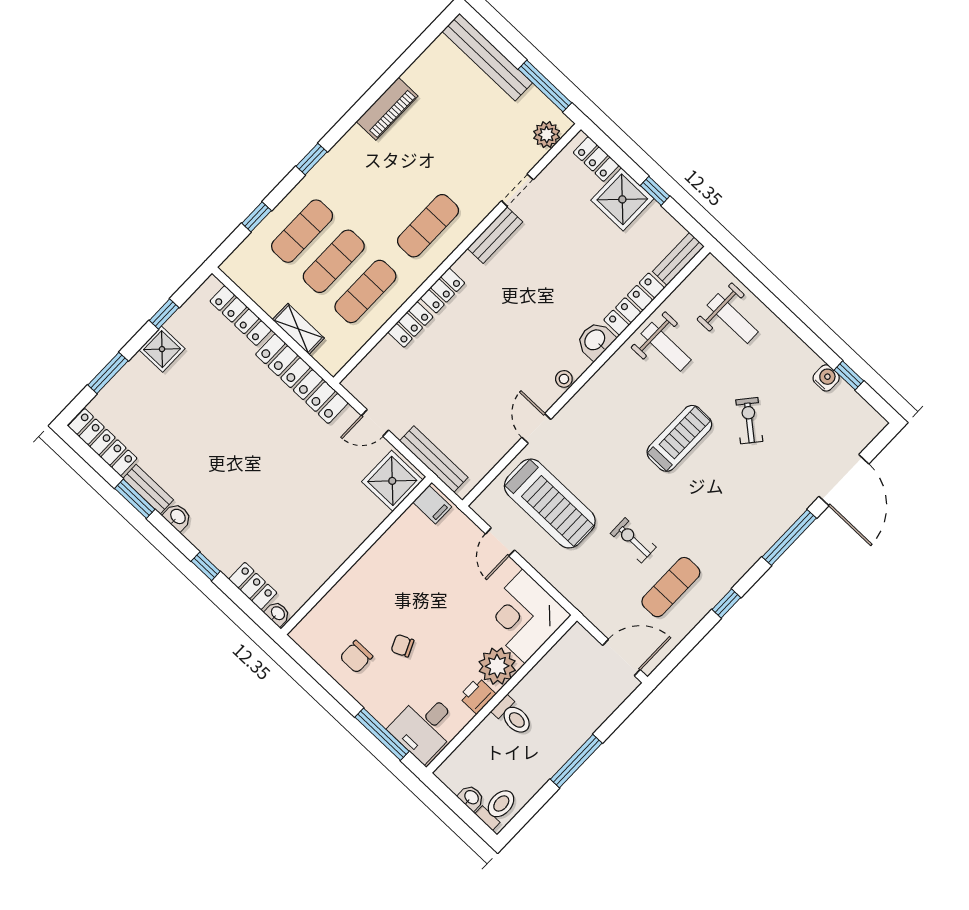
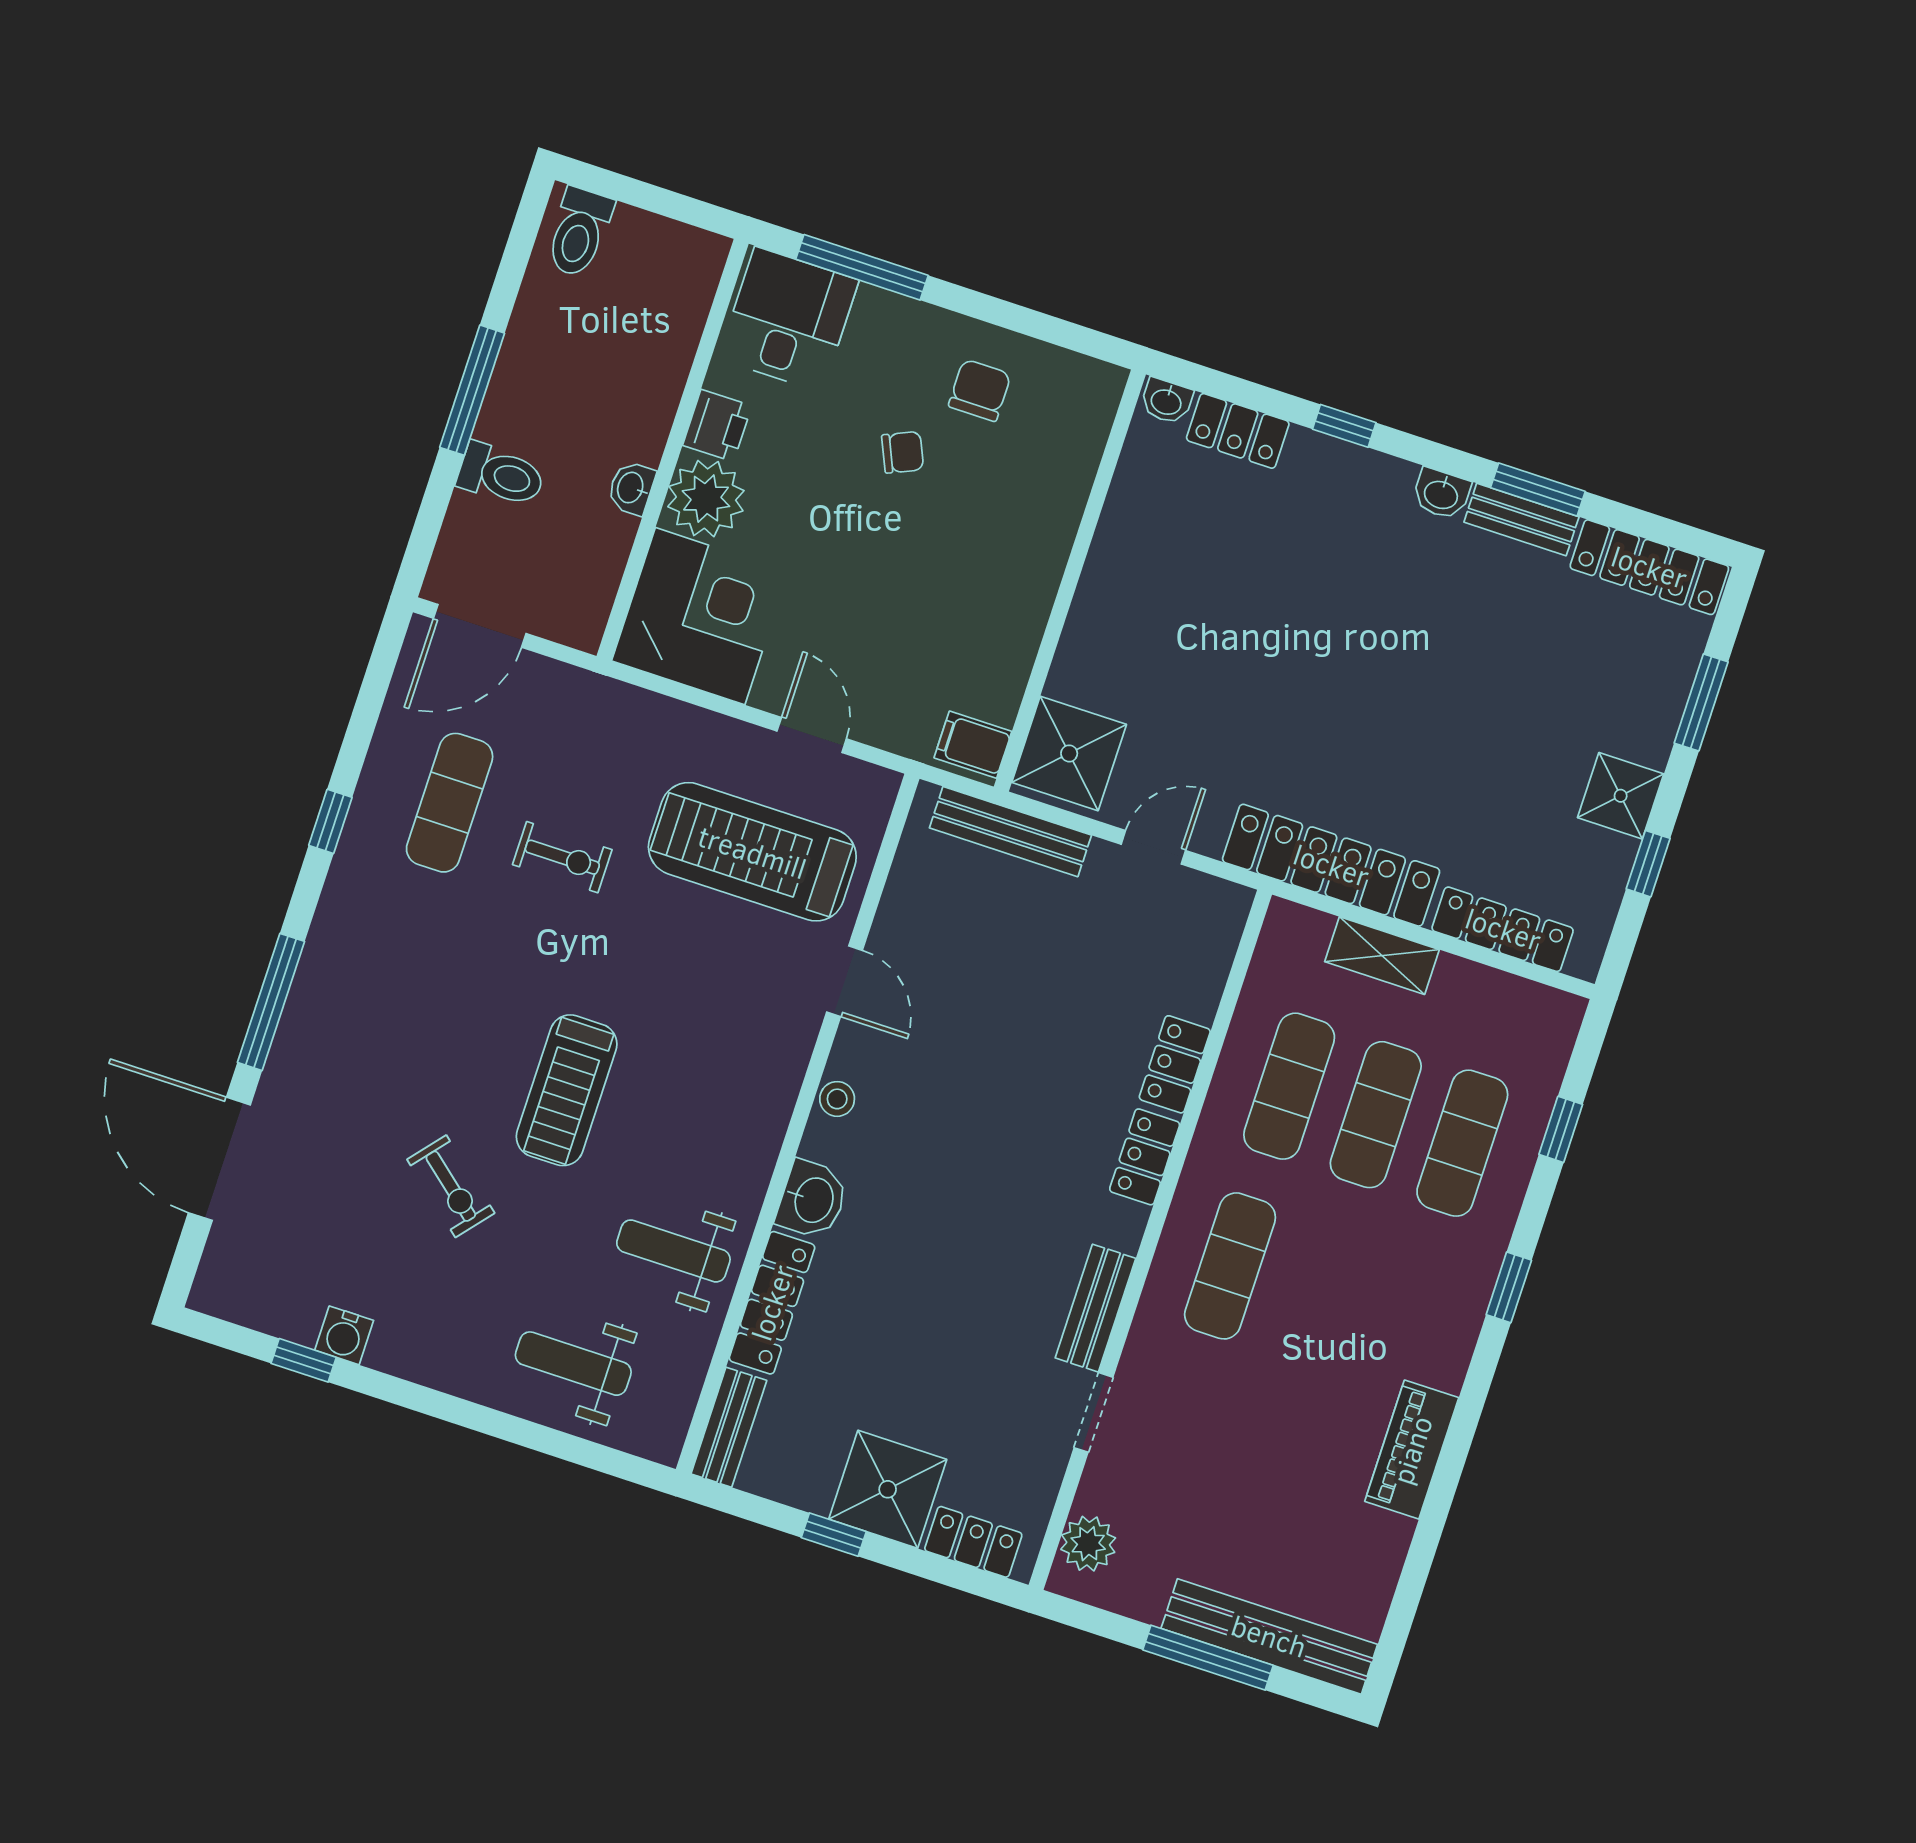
window: (545, 86) -> (1208, 1658), moved
toilet: (513, 716) -> (501, 475), moved, turned 180
washbasin: (471, 798) -> (631, 488), moved, turned 90

